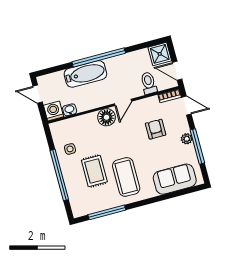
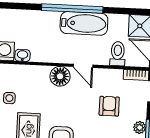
bathtub: (85, 74) -> (84, 23), moved
door: (123, 102) -> (83, 66), hinge flipped

